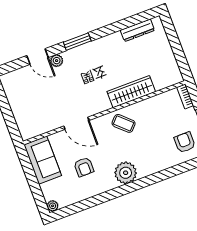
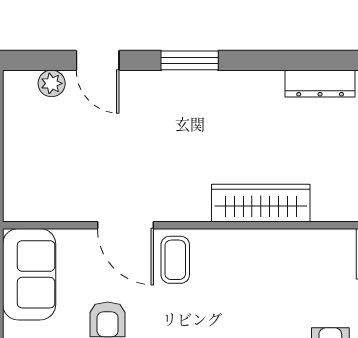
plant: (57, 61) -> (52, 83), moved
coffee table: (124, 123) -> (175, 260), moved, turned 47

